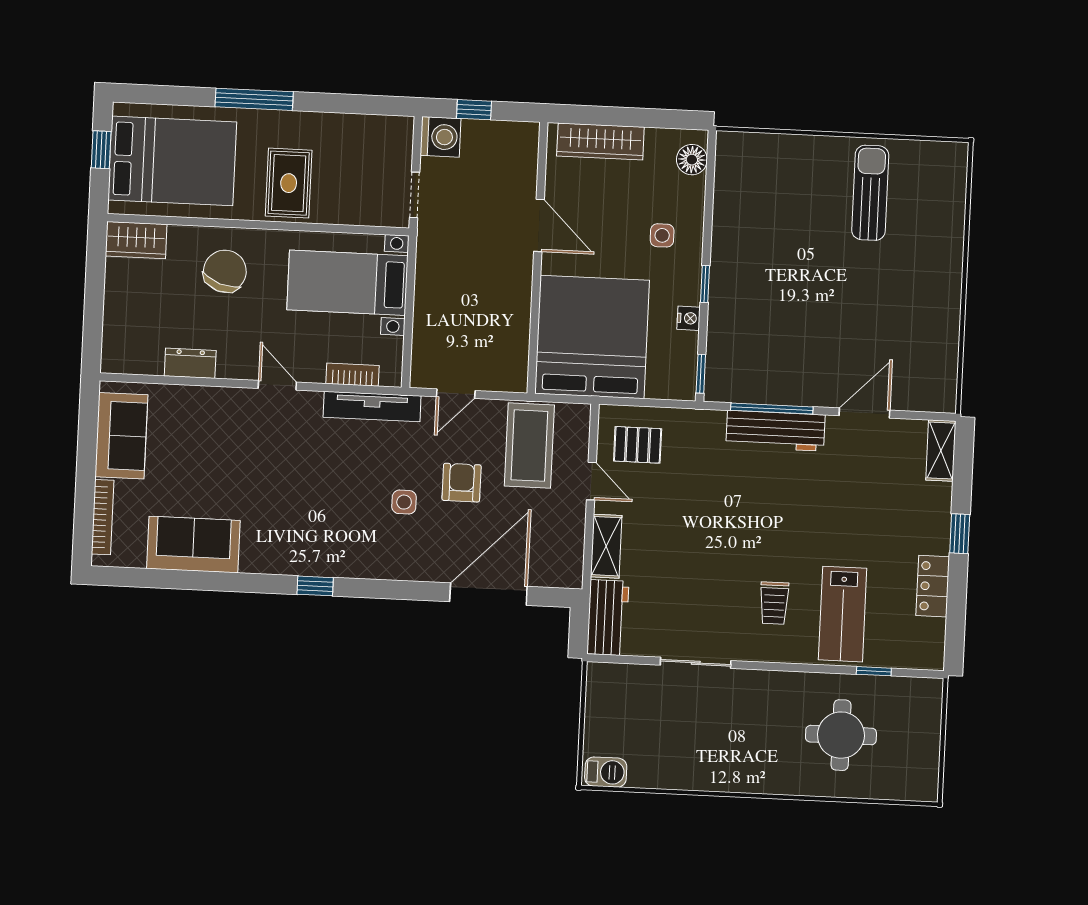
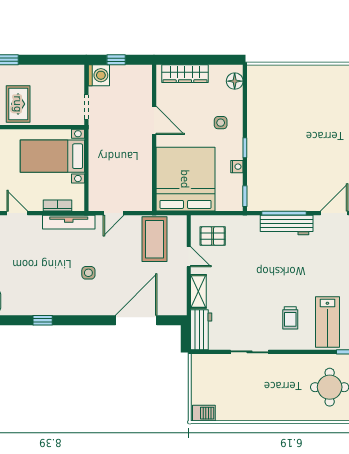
sun lounger: (870, 193) -> (332, 94), removed
armchair: (462, 483) -> (119, 261), removed

